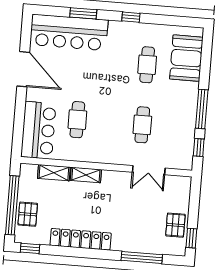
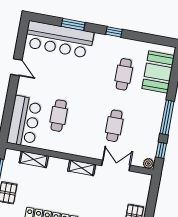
door: (23, 69) -> (16, 67), width x0.53
plant: (186, 164) -> (148, 164), added
double door: (149, 170) -> (116, 165), swing flipped
shelving: (86, 175) -> (82, 168), moved

